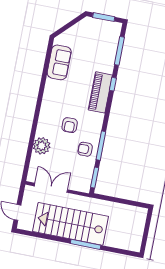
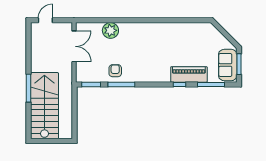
sofa: (59, 62) -> (228, 65), moved, turned 90
piano: (100, 92) -> (189, 74), moved
armchair: (70, 125) -> (134, 52), removed
stairs: (70, 224) -> (44, 106), moved

